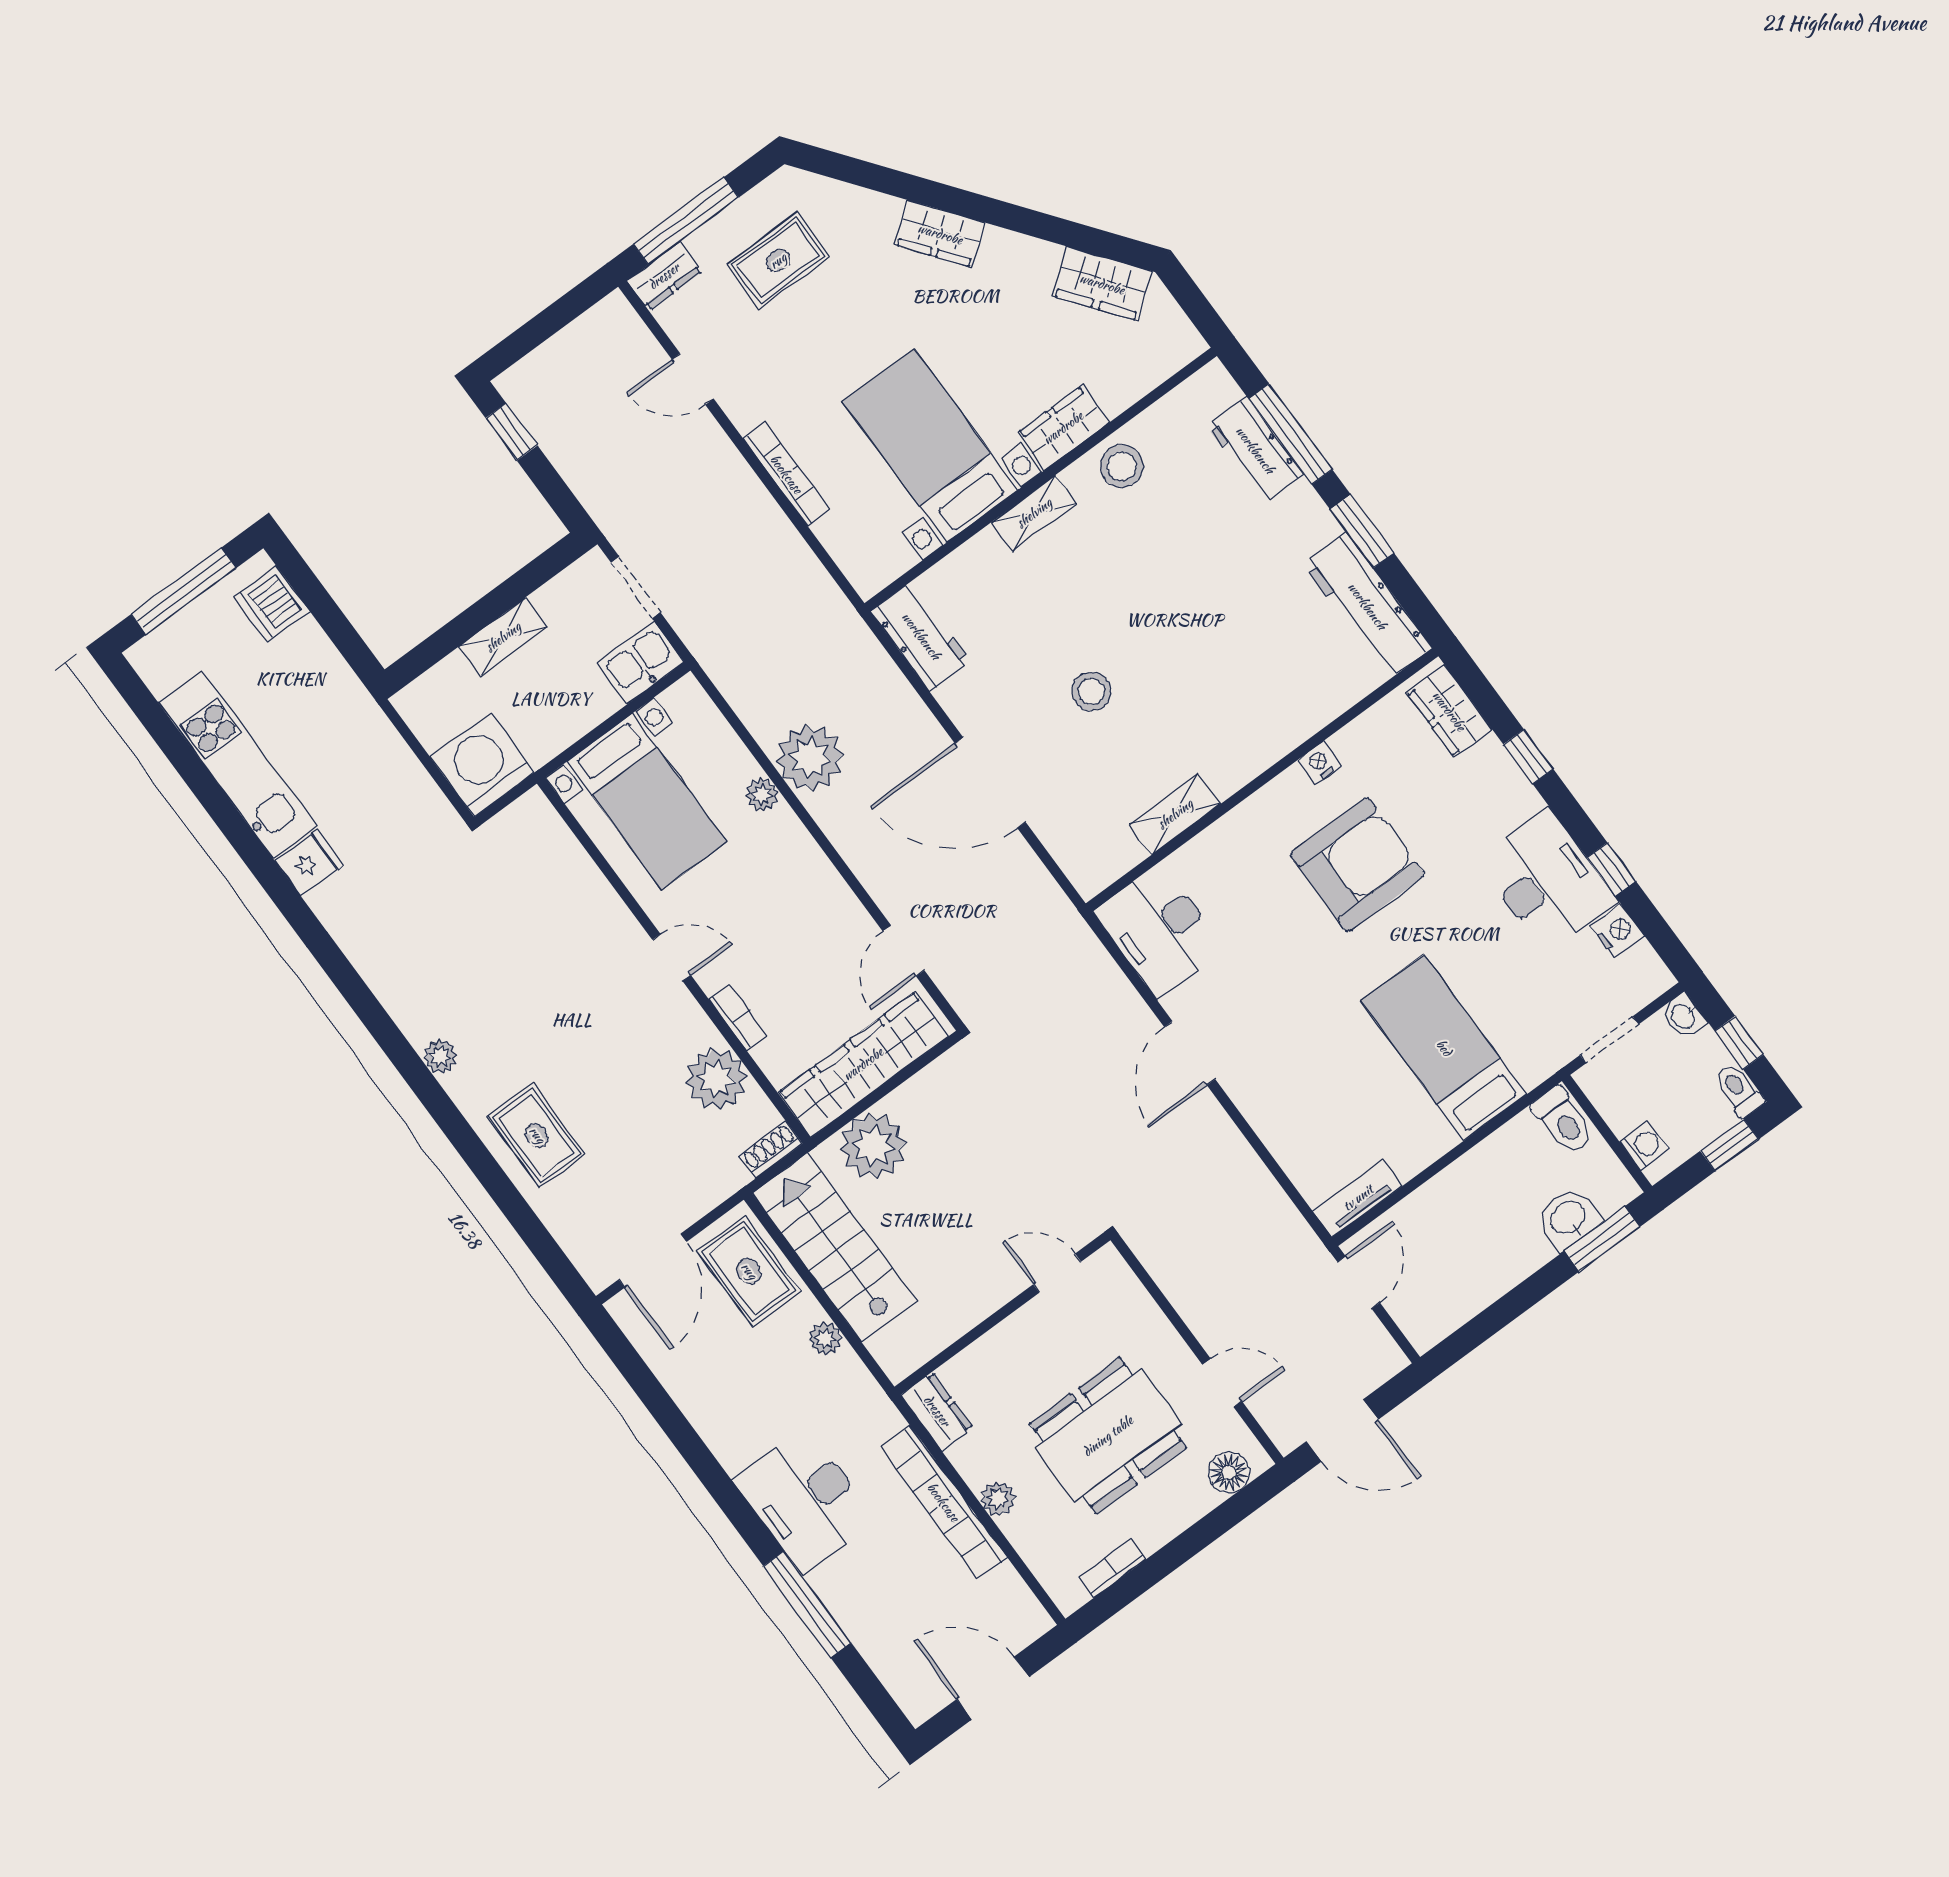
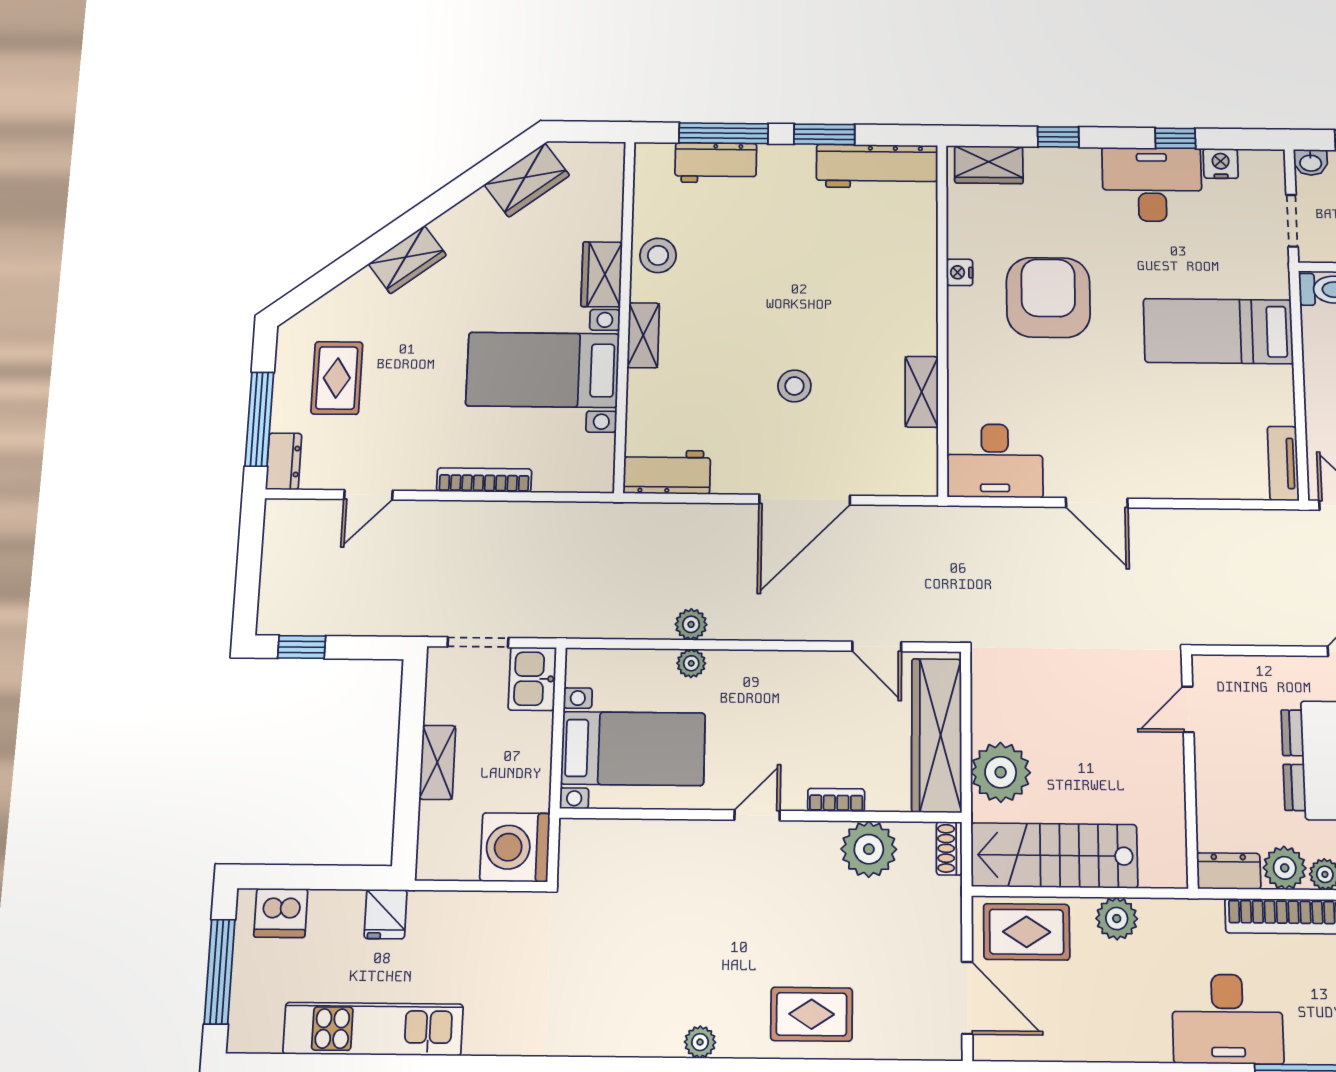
plant: (810, 758) -> (691, 624), width x0.53, depth x0.53
fridge: (309, 863) -> (386, 914), moved, turned 180
plant: (825, 1338) -> (1117, 919), width x1.38, depth x1.38
plant: (977, 1459) -> (1285, 868), added

